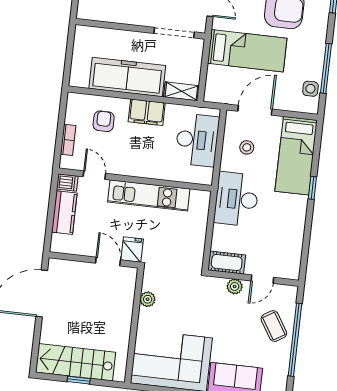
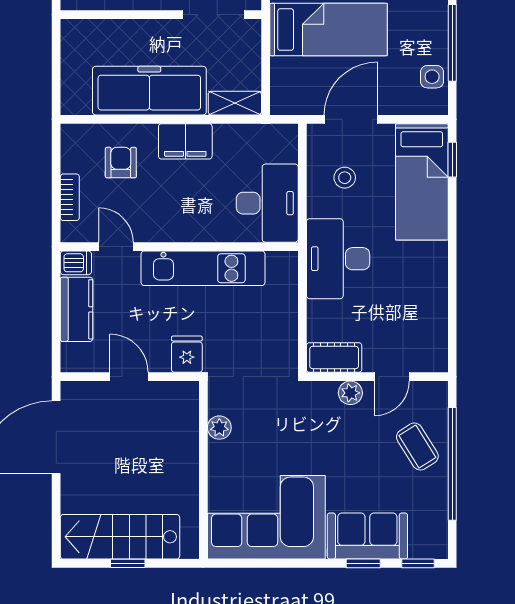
desk: (197, 140) -> (267, 203), moved
window: (312, 188) -> (452, 160), moved
door: (108, 262) -> (129, 377), moved

